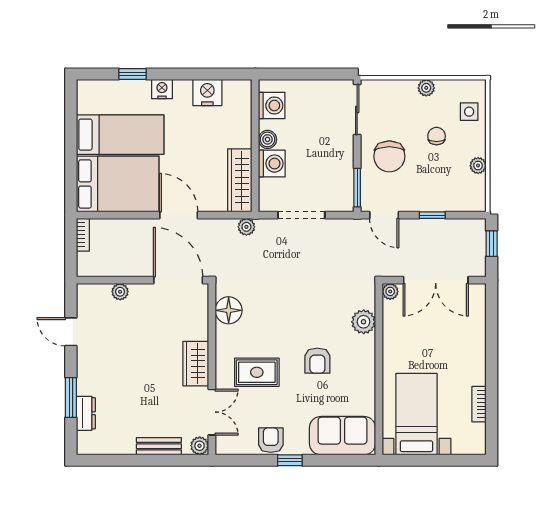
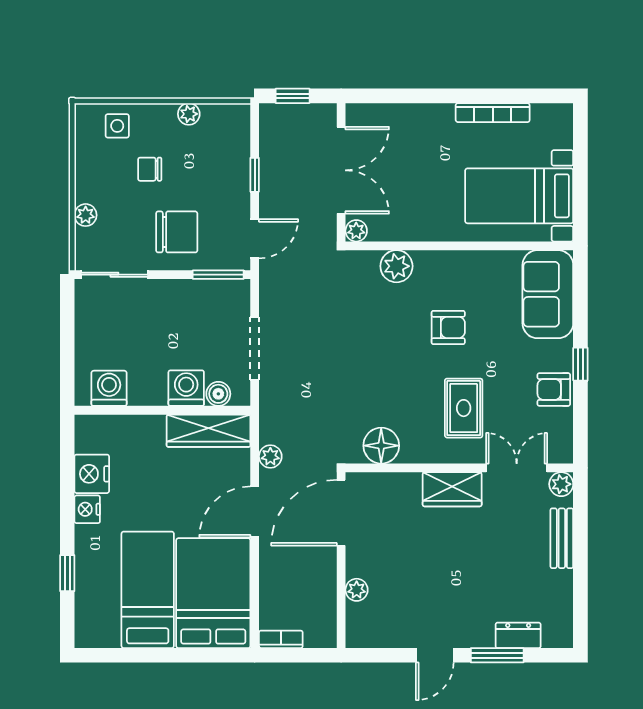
plant: (426, 88) -> (86, 215), moved
nightstand: (162, 89) -> (87, 509), moved
boiler: (268, 139) -> (218, 394), moved
plant: (246, 227) -> (270, 456), moved
door: (71, 332) -> (435, 655), moved
bookcase: (479, 404) -> (493, 113), width x1.56

